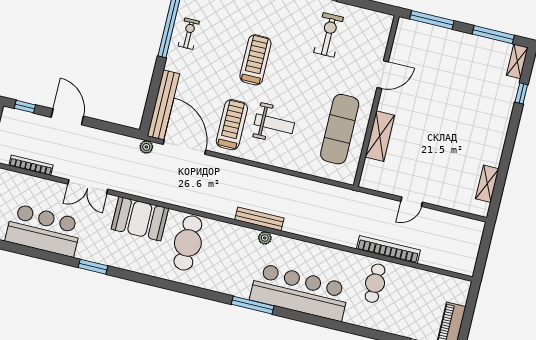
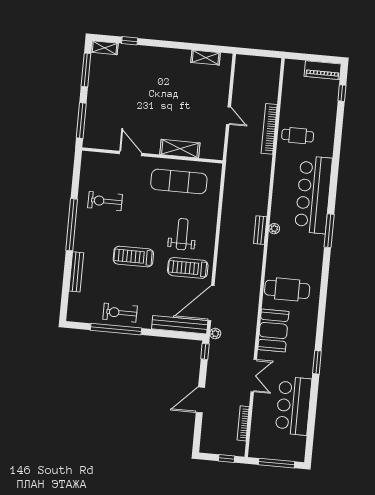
exercise bike: (189, 34) -> (120, 313), width x1.38, depth x1.39
window: (25, 107) -> (205, 351), moved
bench: (259, 219) -> (260, 230), width x0.73

